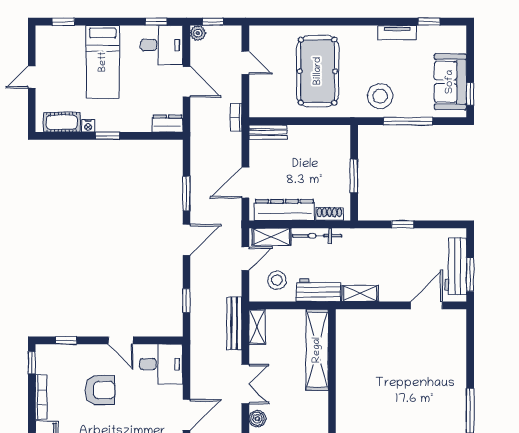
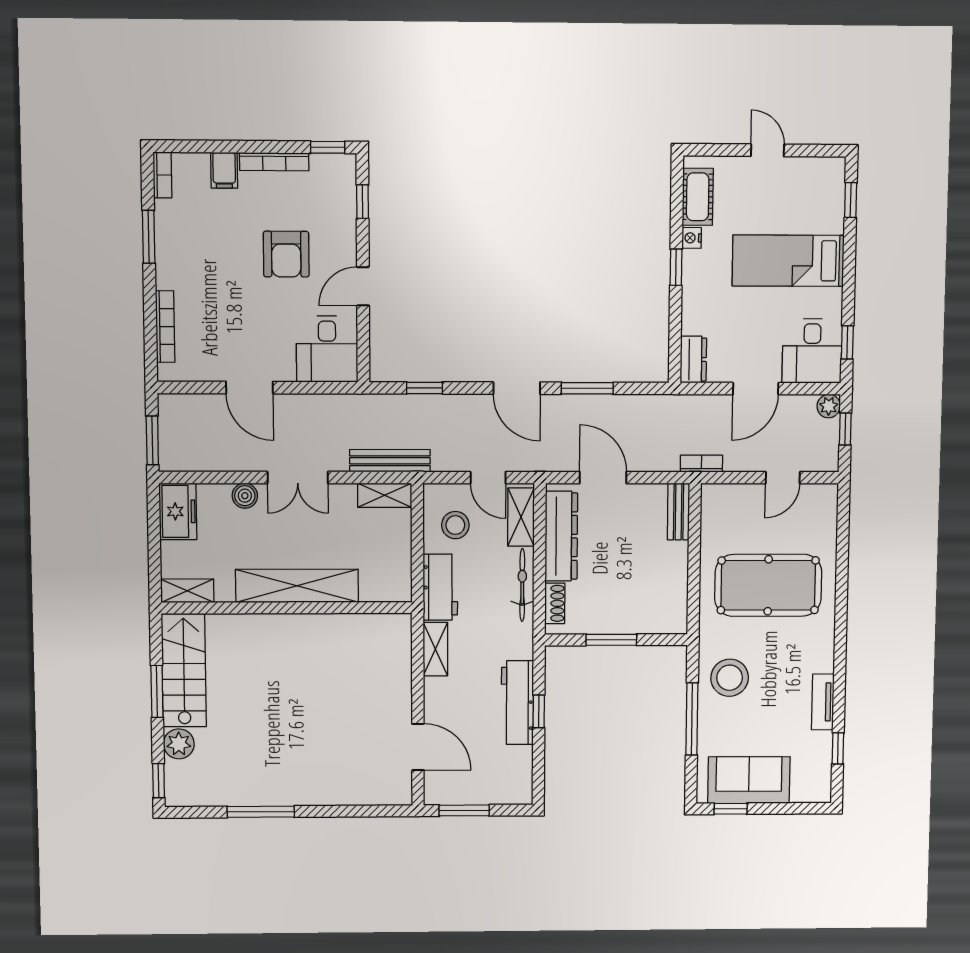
workbench: (456, 266) -> (517, 703), moved, turned -90
shelving: (317, 350) -> (297, 586), moved

